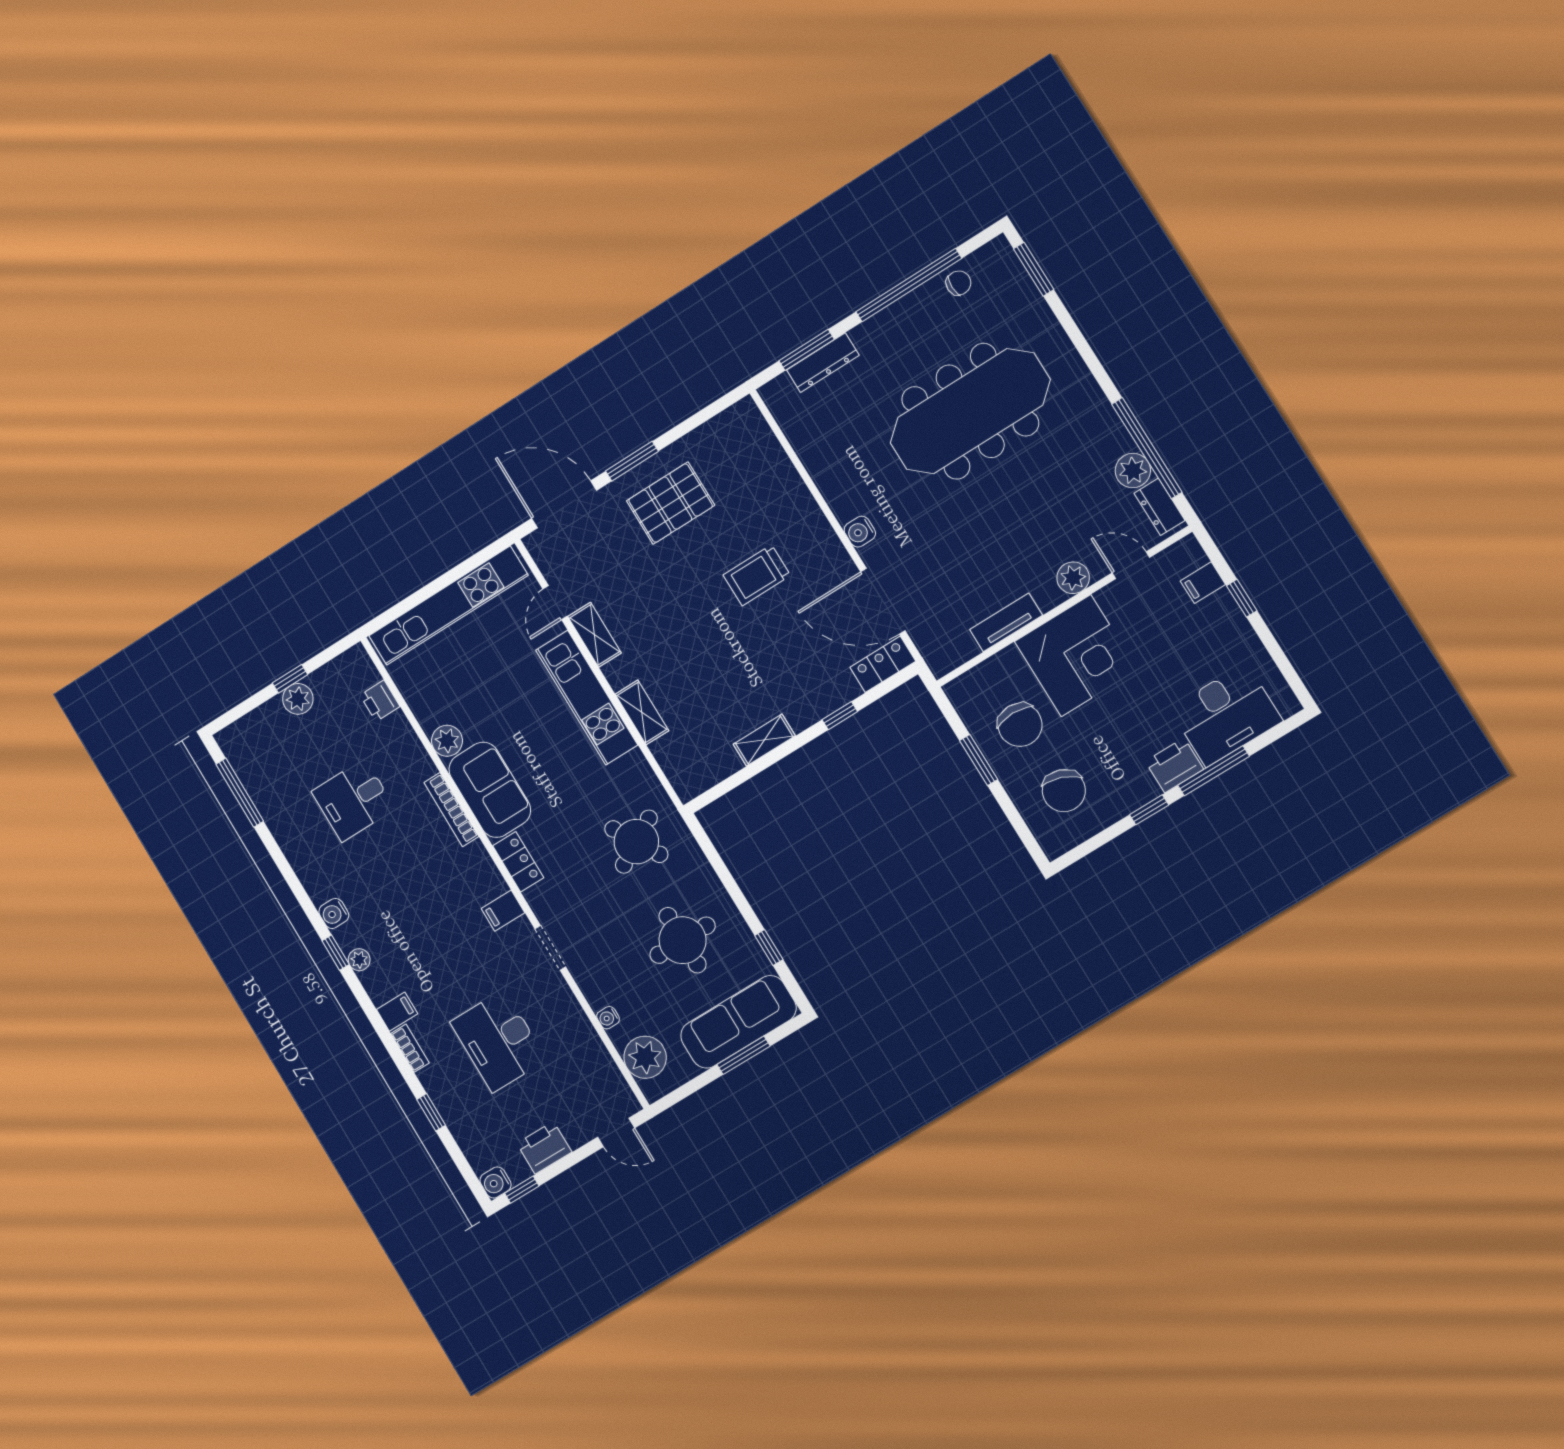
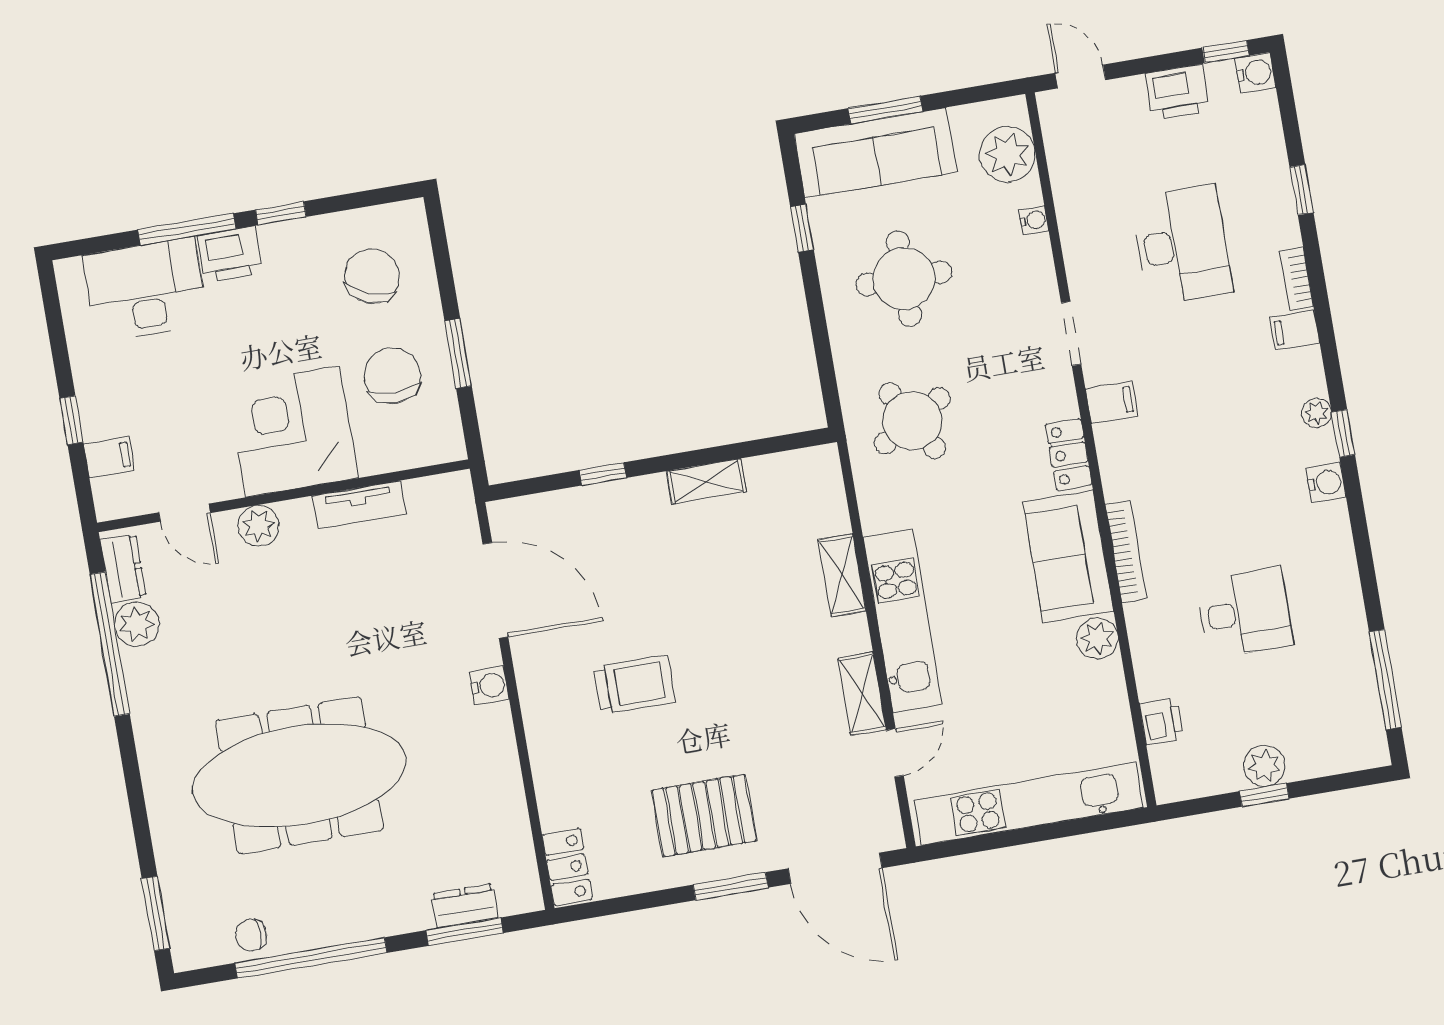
dresser: (823, 363) -> (465, 906), width x0.70
locker: (883, 664) -> (567, 867), moved, turned -90

